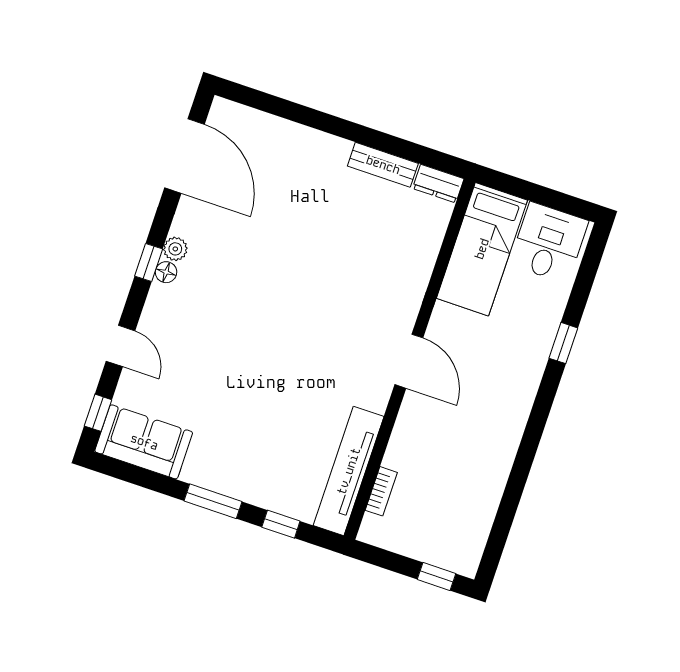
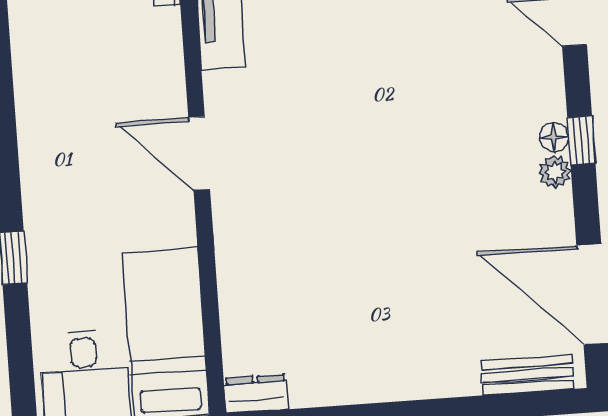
bench: (383, 165) -> (528, 375), moved

